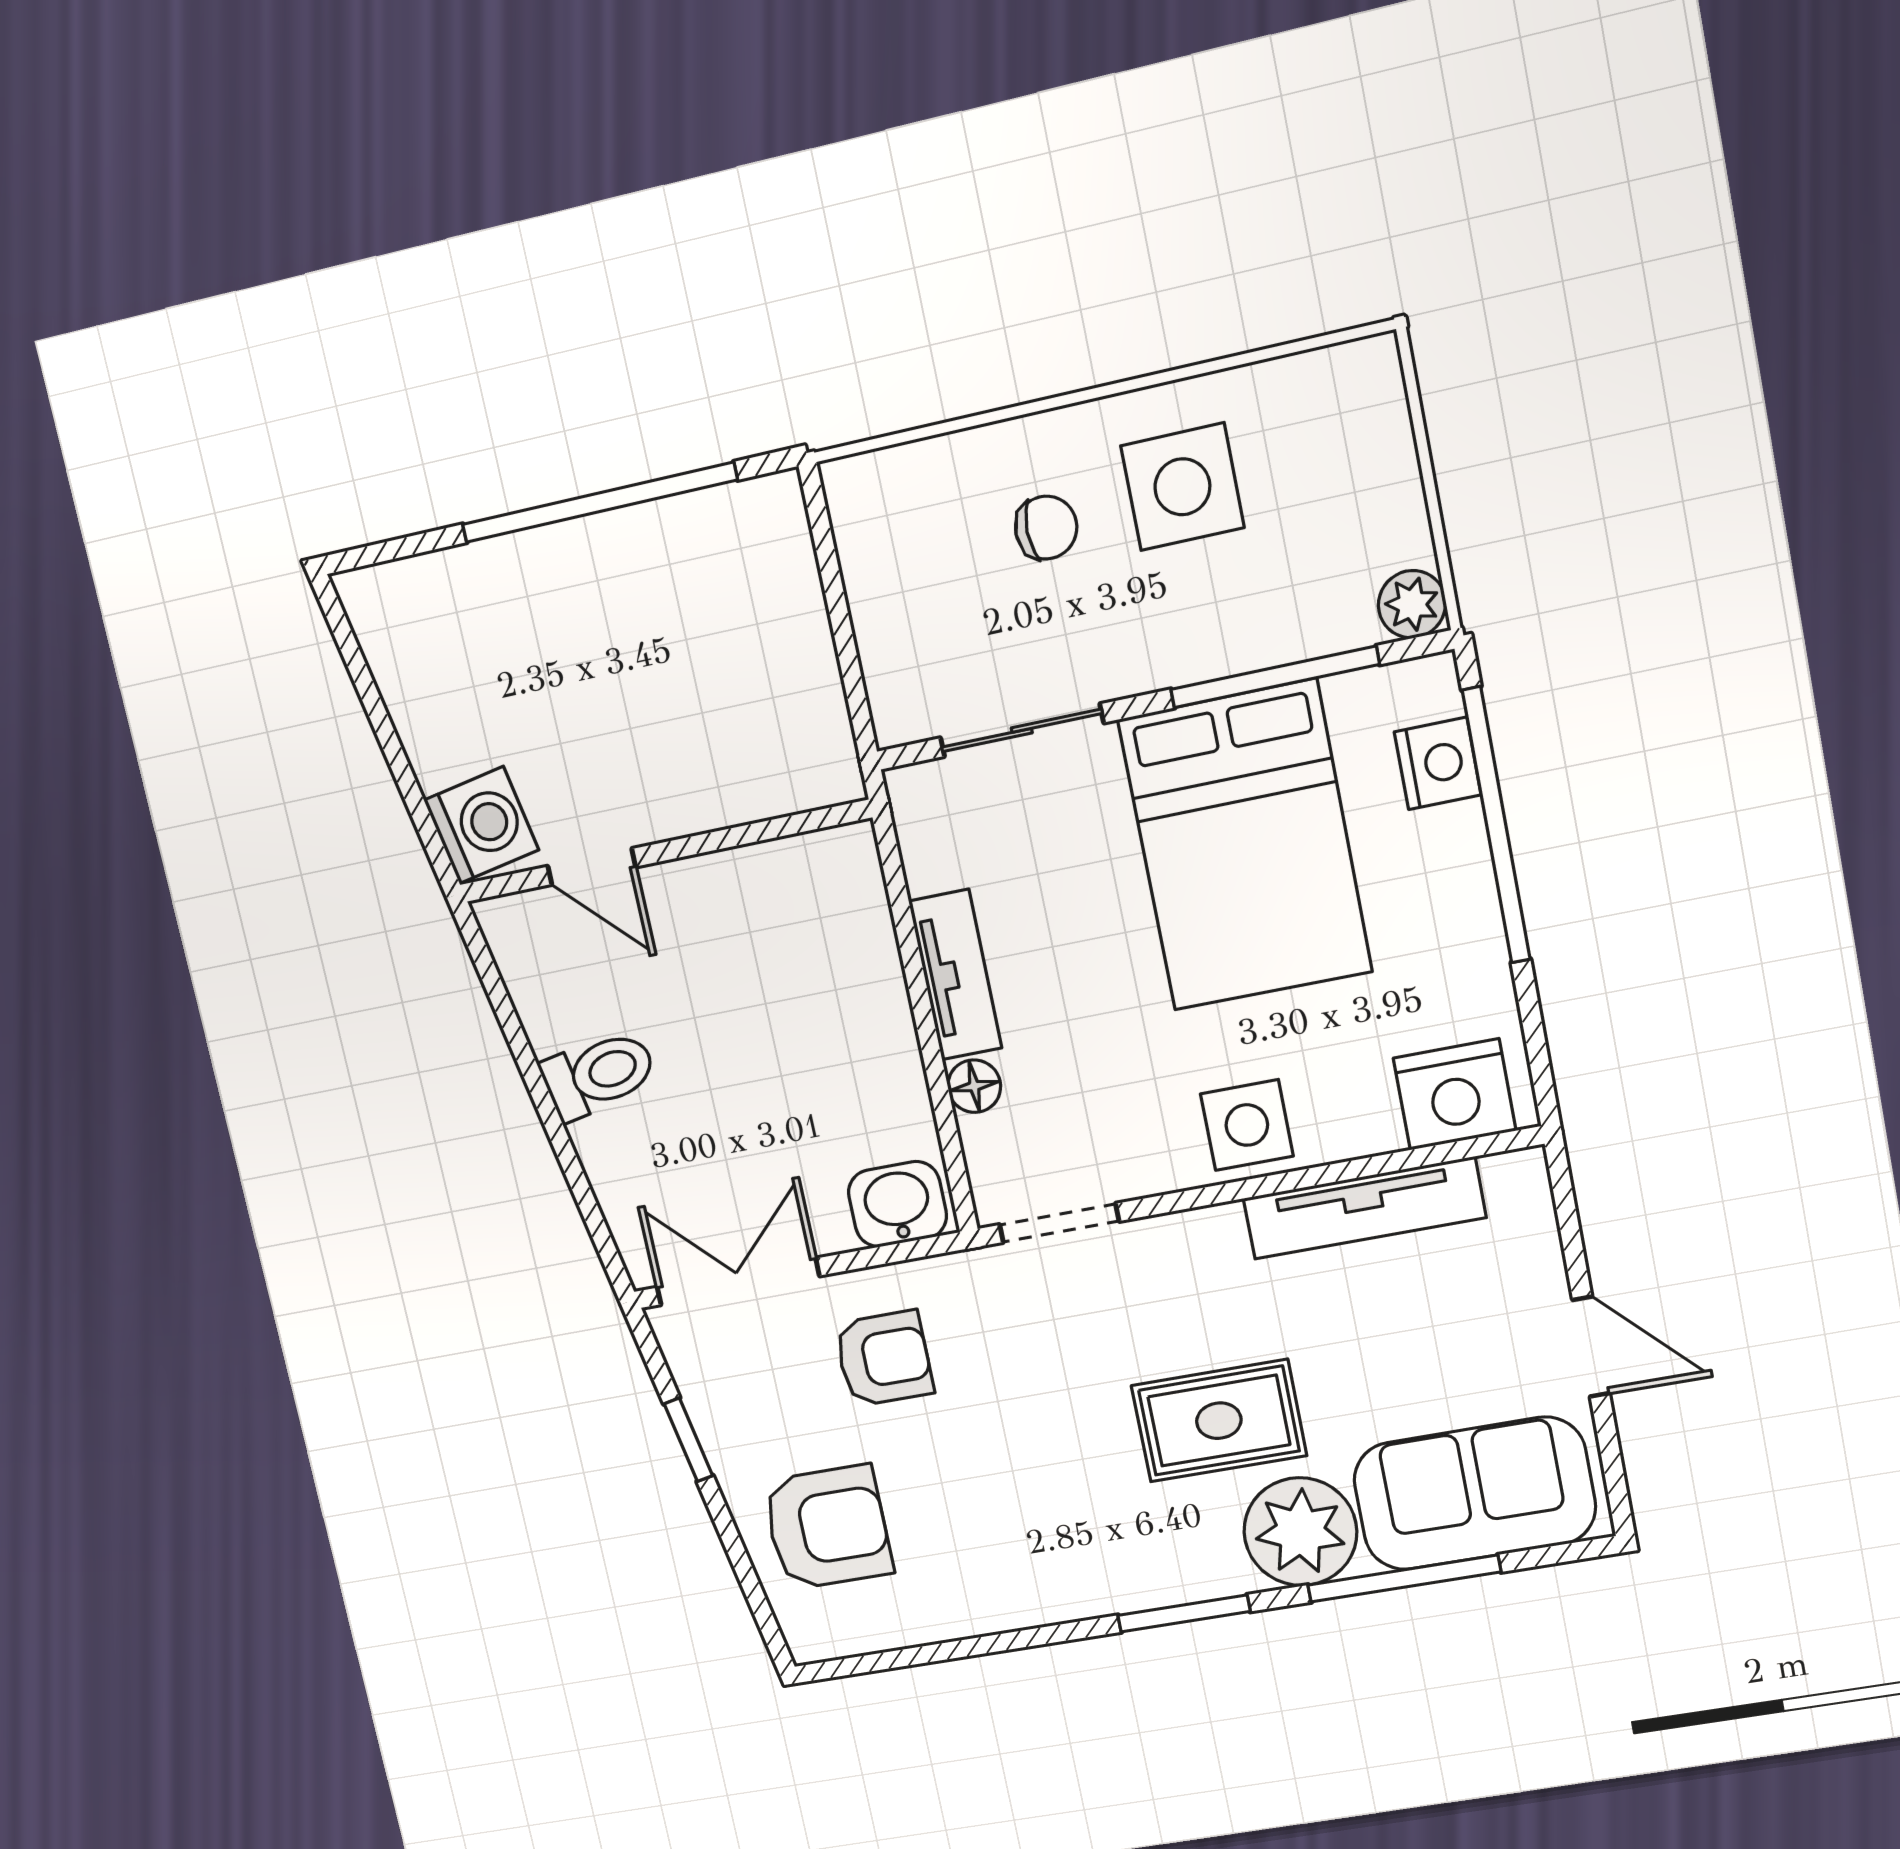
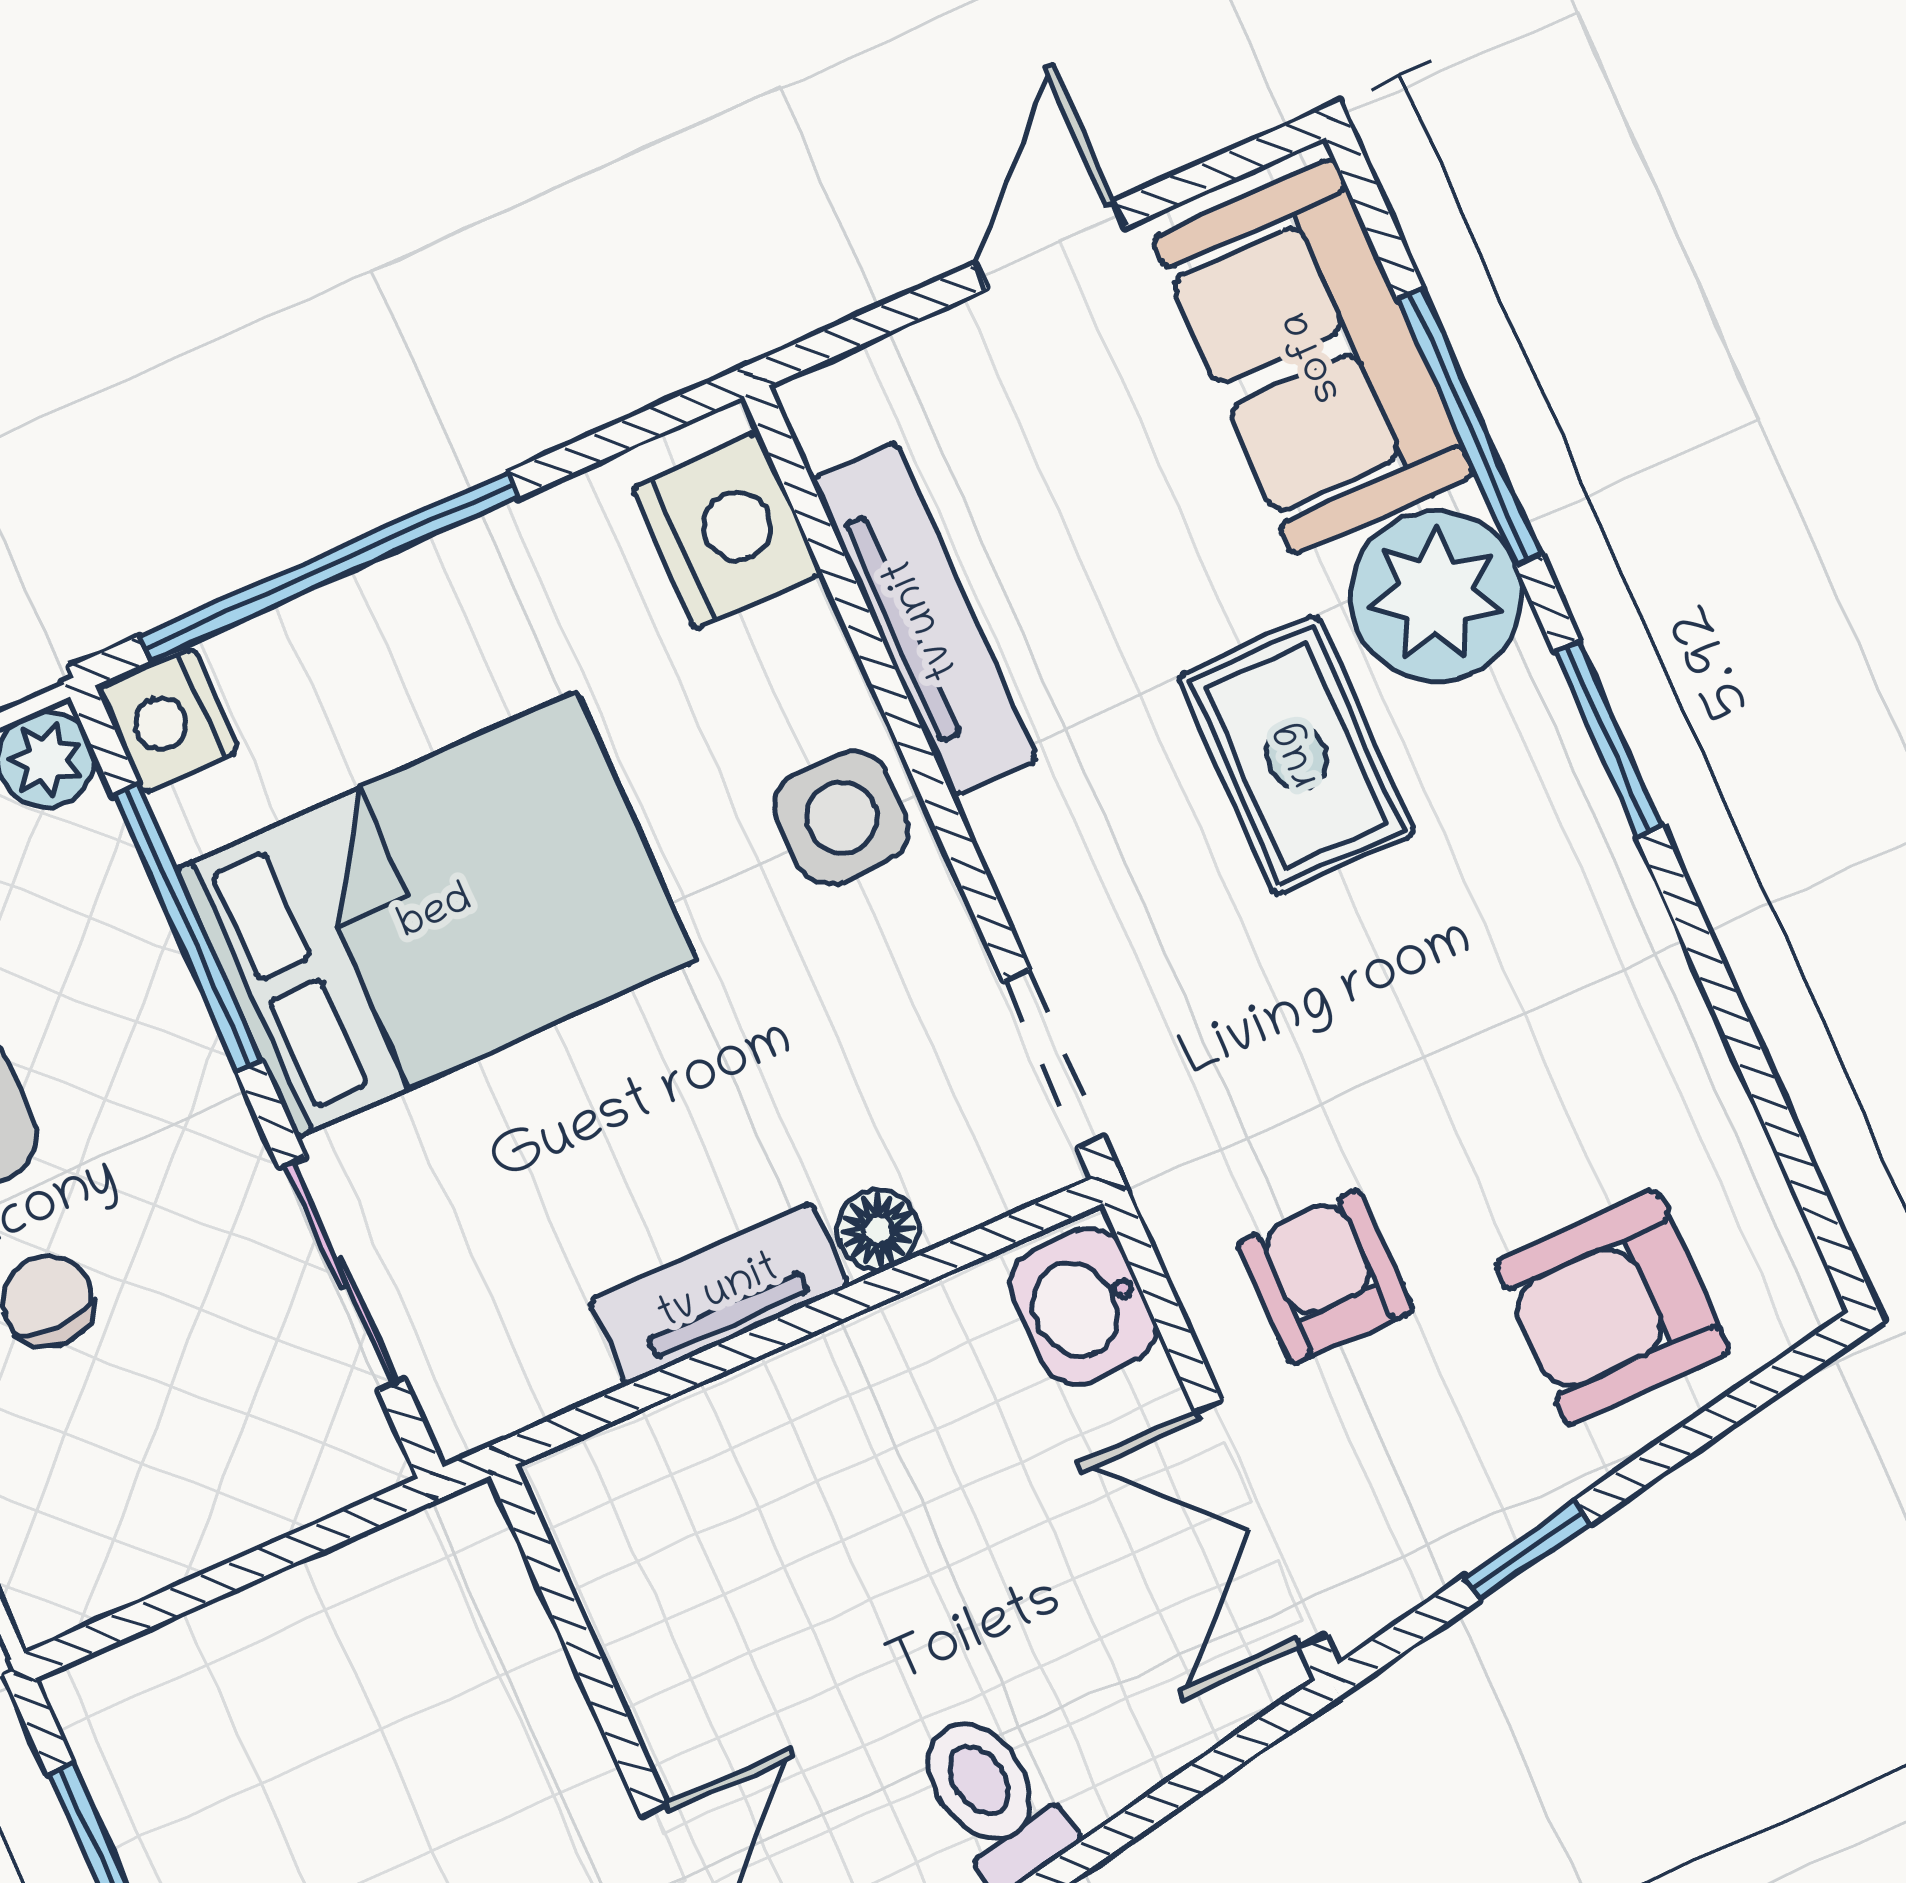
nightstand: (1438, 763) -> (168, 720), moved, turned -90
armchair: (827, 1527) -> (1612, 1307), turned -90

